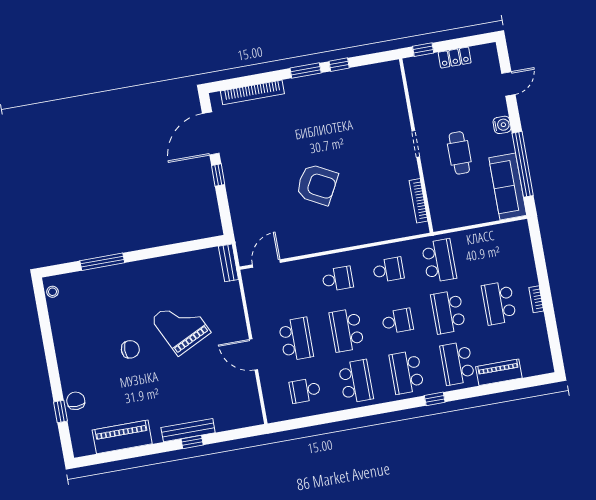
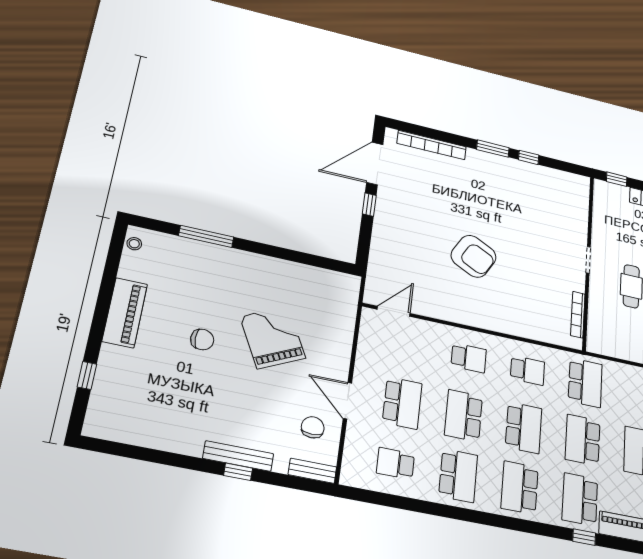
bench: (228, 263) -> (312, 471), moved, turned 90
school desk: (397, 321) -> (524, 428), width x1.85
window: (435, 399) -> (584, 537), moved
chair: (76, 401) -> (313, 427), moved
piano: (122, 437) -> (125, 313), moved, turned 90

